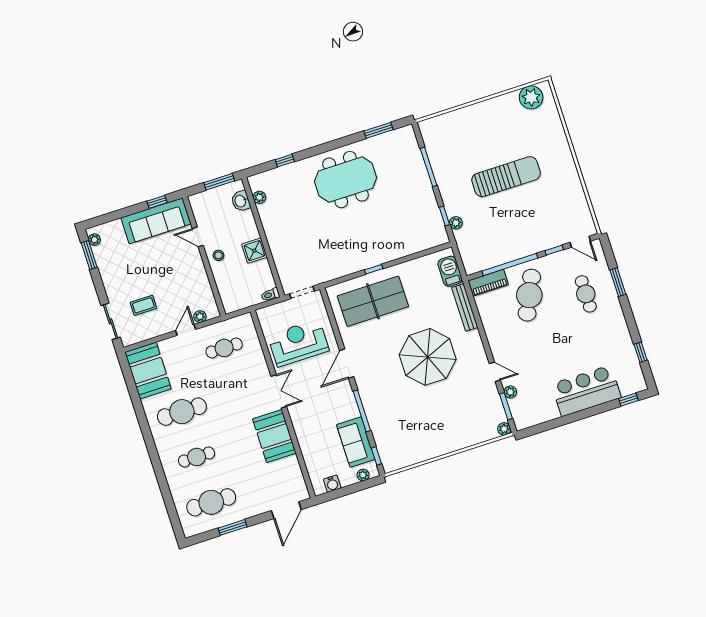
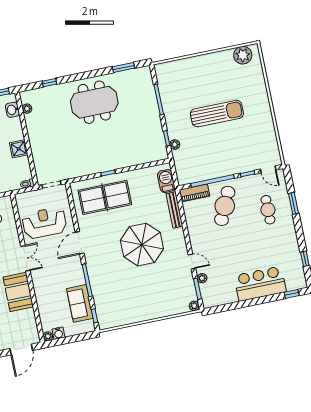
plant: (363, 475) -> (48, 336), moved

